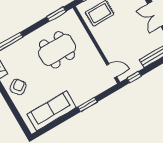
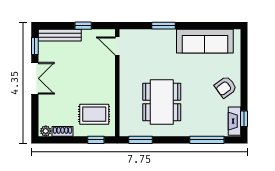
dining table: (57, 50) -> (162, 102), turned 90
window: (134, 77) -> (83, 26), moved

